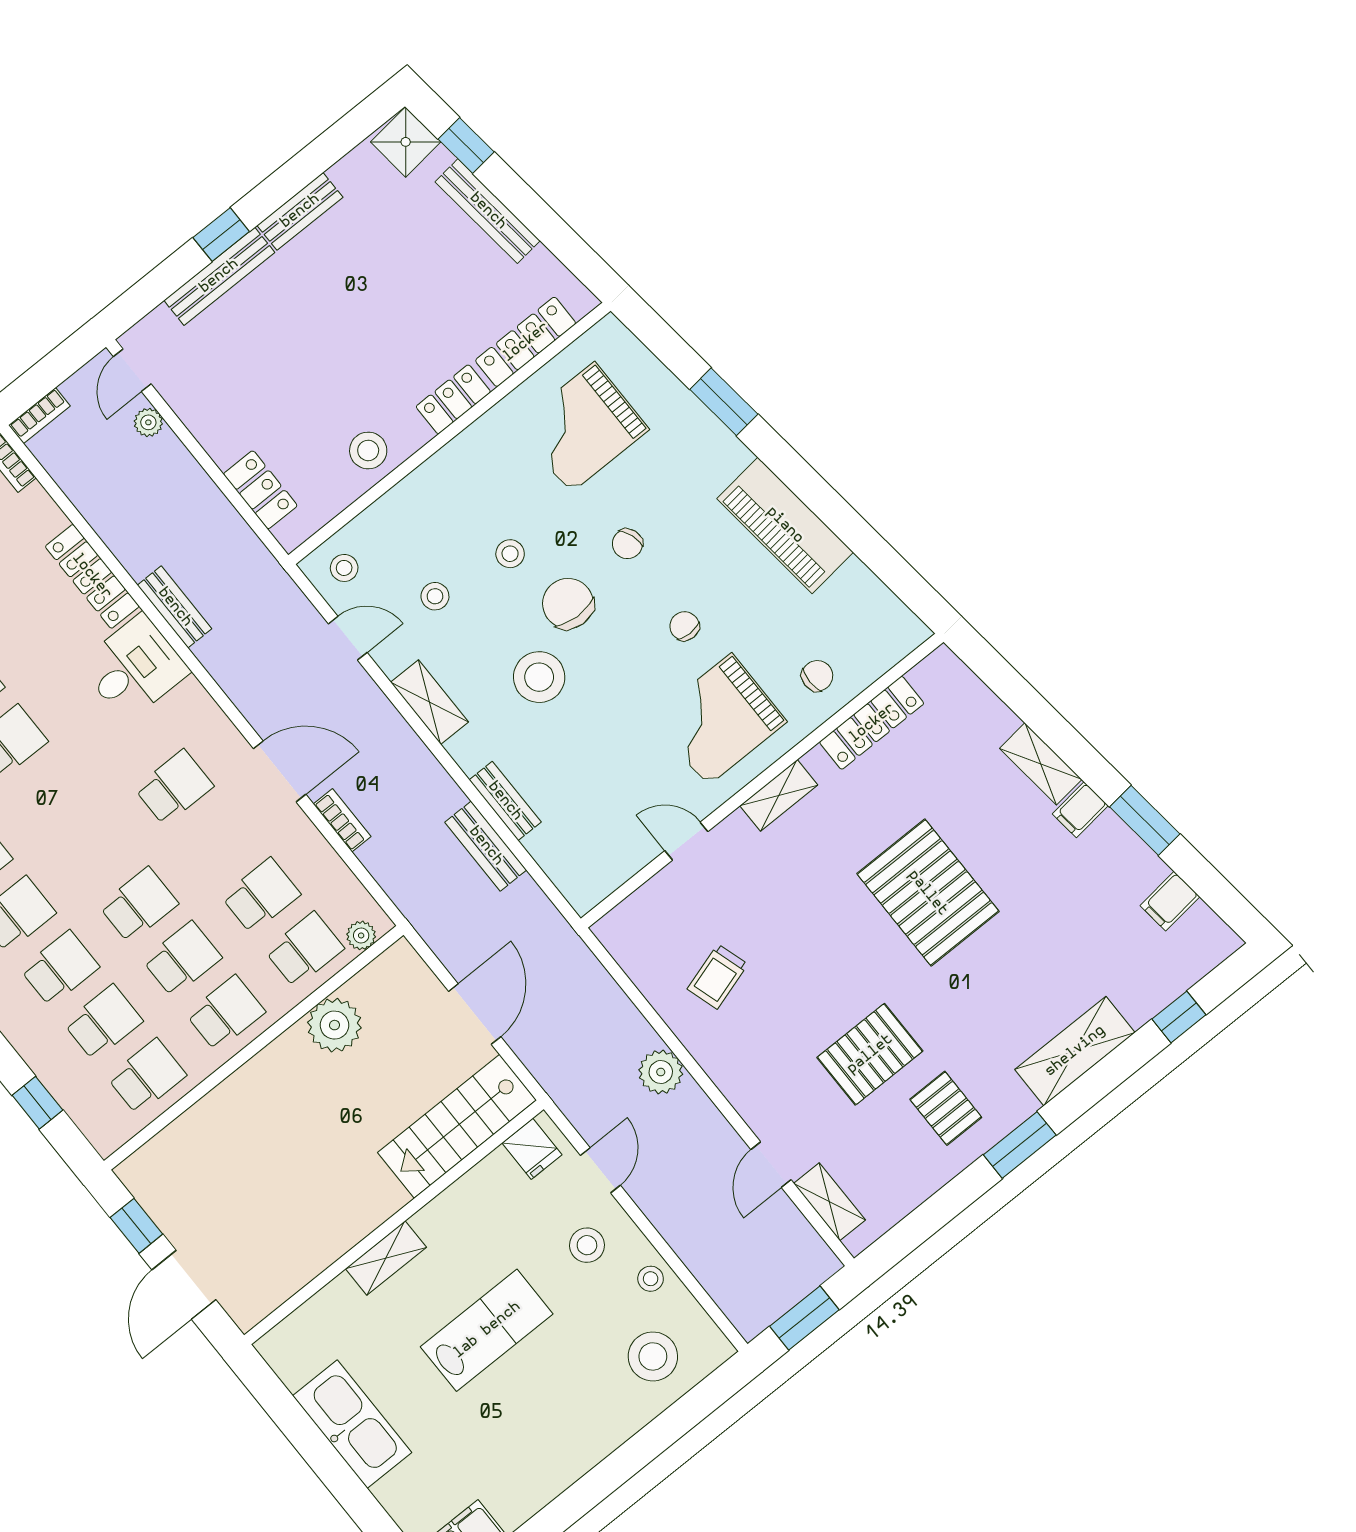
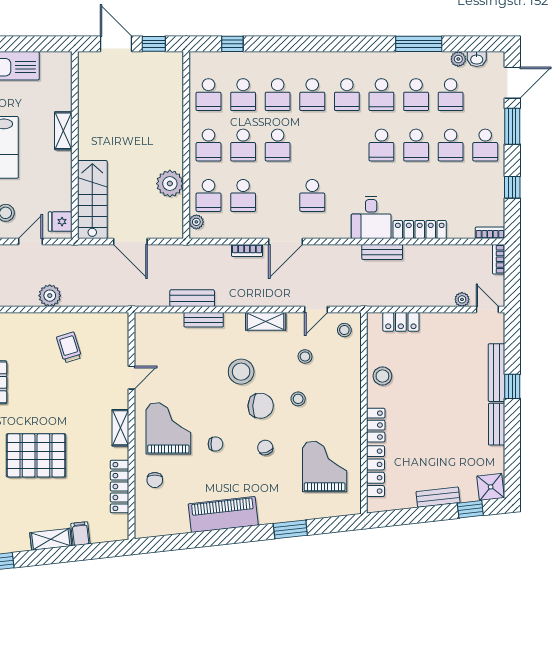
bench: (488, 211) -> (438, 497), width x0.73
filing cabinet: (1080, 810) -> (80, 534), moved
door: (600, 1170) -> (30, 241), swing flipped

